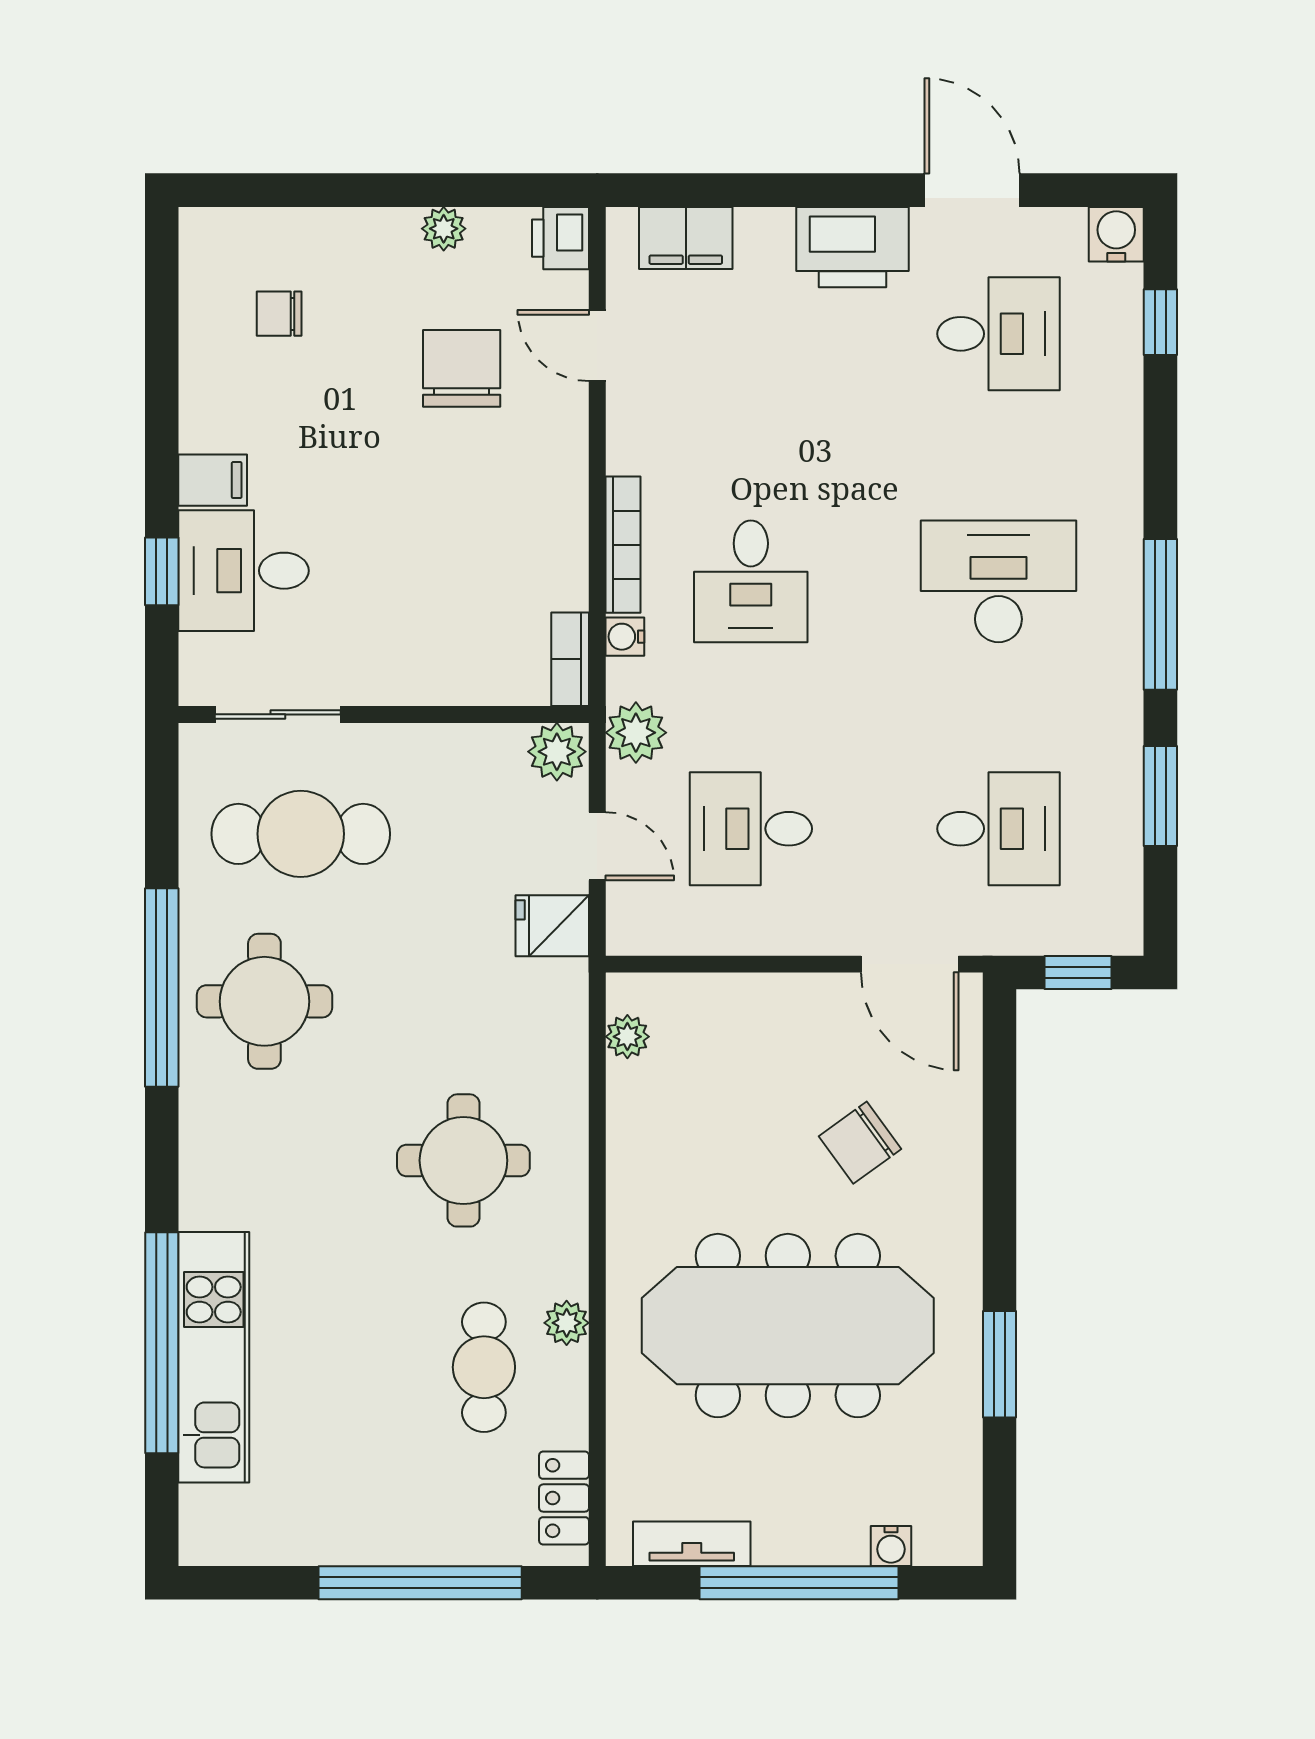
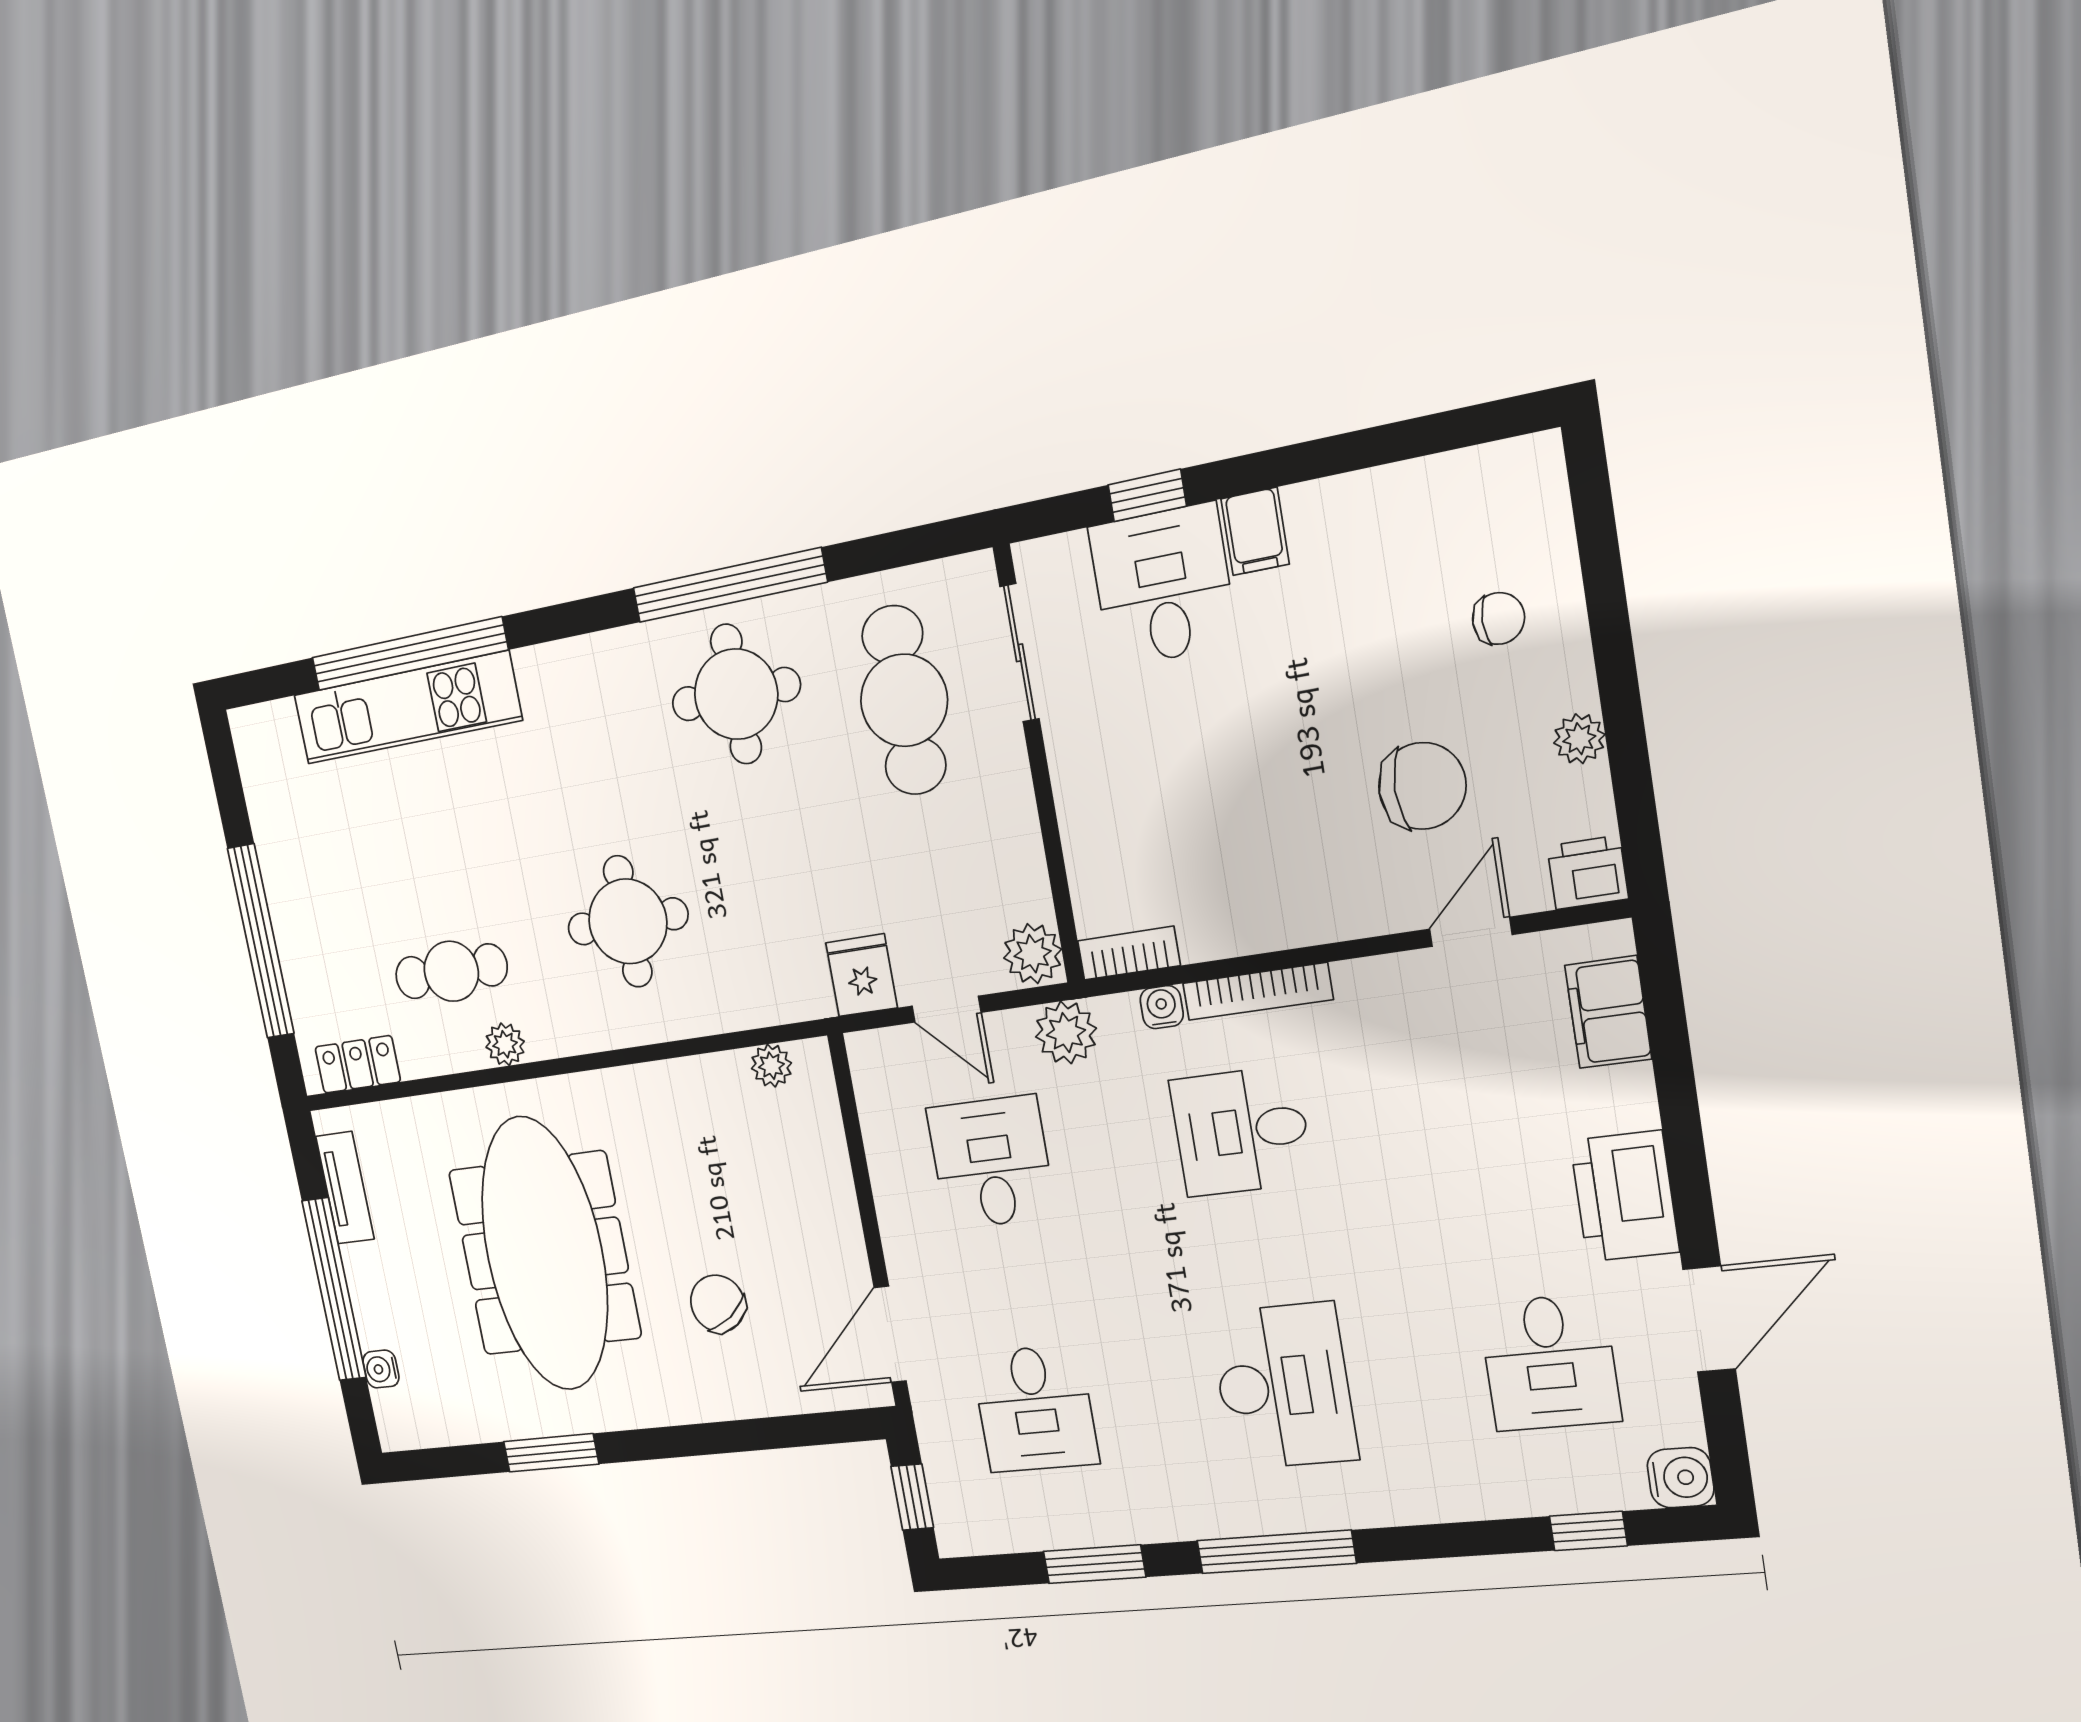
chair: (279, 314) -> (1499, 618), moved, turned 90
door: (597, 846) -> (947, 1009), hinge flipped

